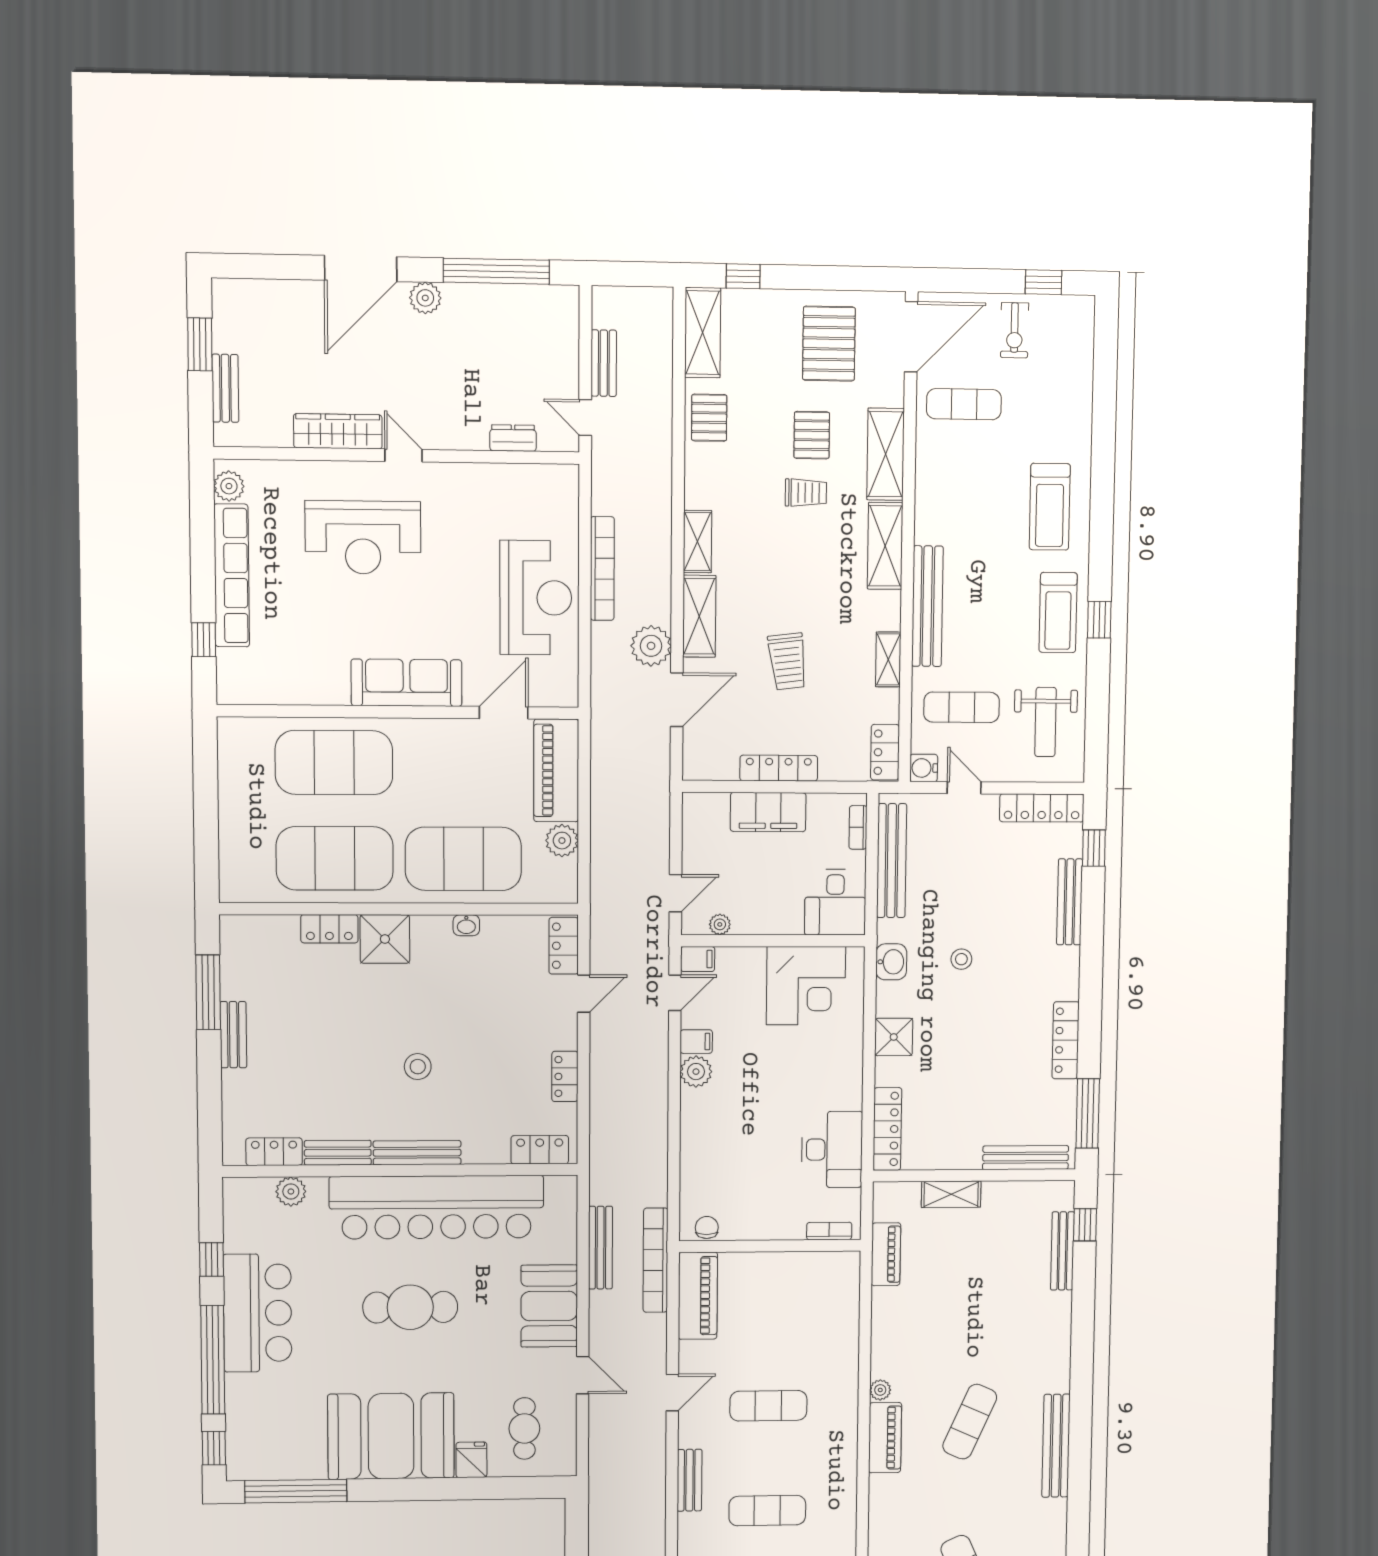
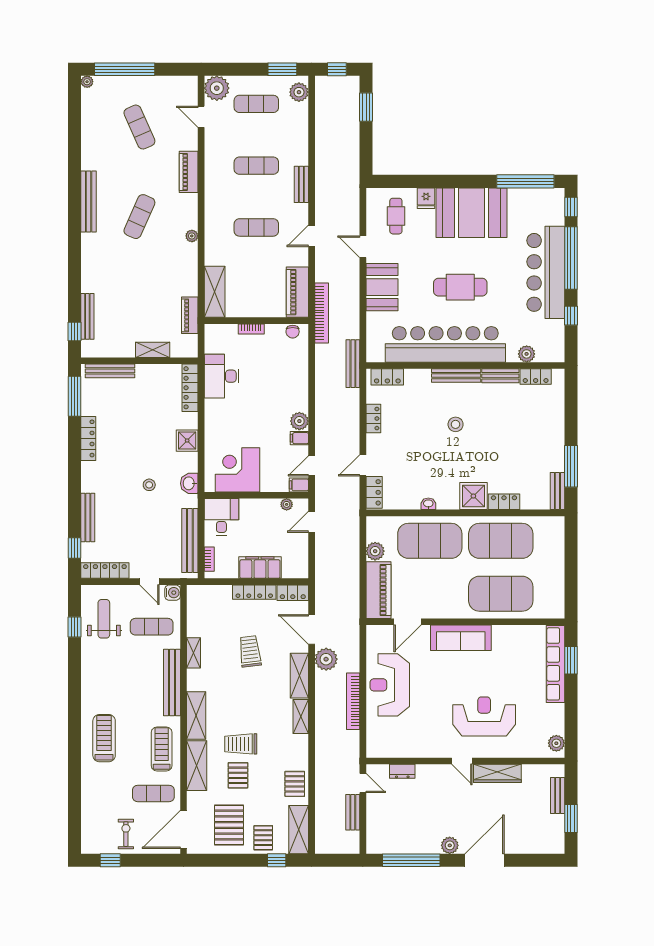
pallet: (767, 319) -> (263, 838), added
trolley: (806, 493) -> (241, 744), width x1.36, depth x1.39
row of seats: (232, 576) -> (555, 664), moved
treadmill: (1058, 613) -> (162, 749), moved
window: (1099, 620) -> (75, 627), moved
window: (204, 640) -> (571, 660), width x1.50
door: (677, 700) -> (312, 630), hinge flipped
locker: (885, 752) -> (293, 593), moved, turned 90
bench: (233, 1035) -> (557, 491), moved
bookcase: (829, 1231) -> (251, 329), moved
bench: (600, 1248) -> (353, 364), moved
shelving: (842, 1295) -> (215, 292), added
bar counter: (258, 1313) -> (546, 272), width x1.36
piano: (885, 1438) -> (189, 172), moved

